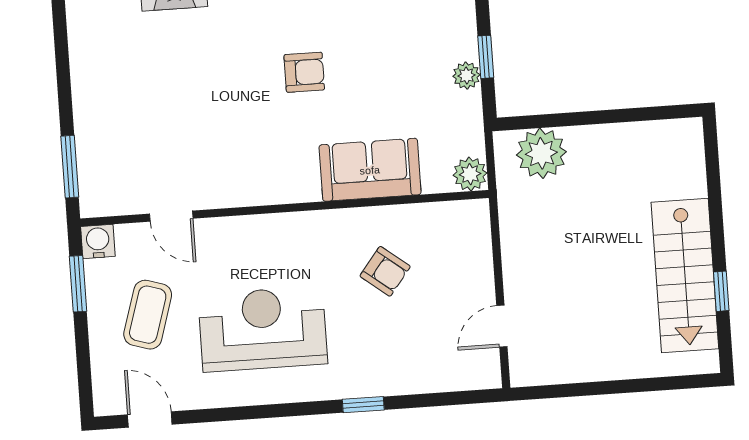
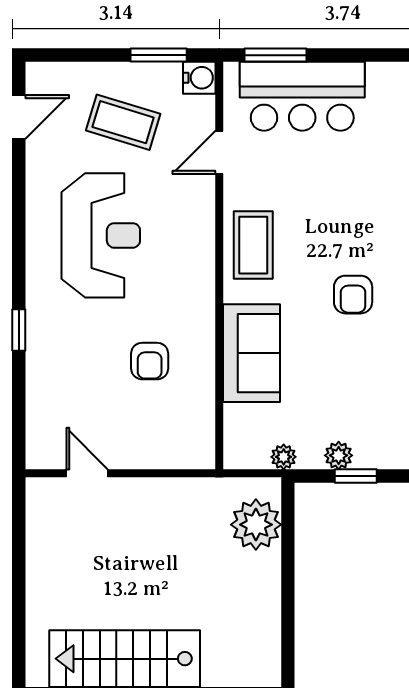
bar counter: (109, 137) -> (302, 96), added
plant: (470, 174) -> (284, 457), moved, width x0.73, depth x0.73
coffee table: (262, 176) -> (253, 245), added
armchair: (385, 271) -> (150, 361), turned -38

